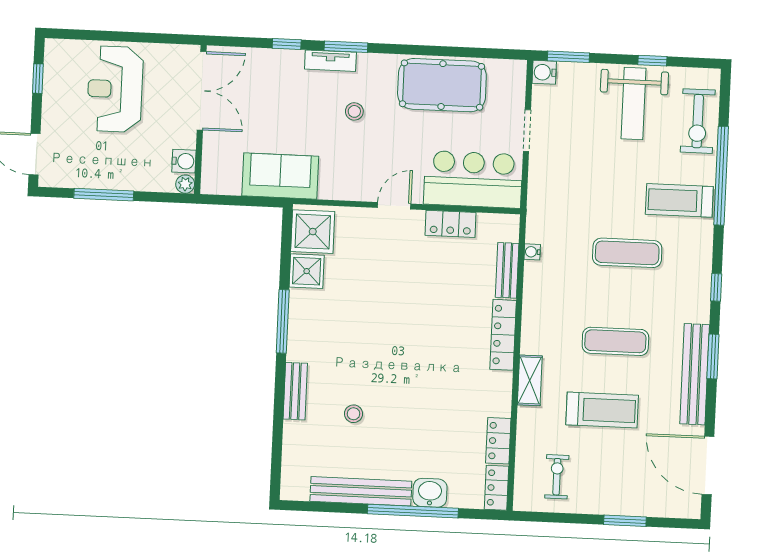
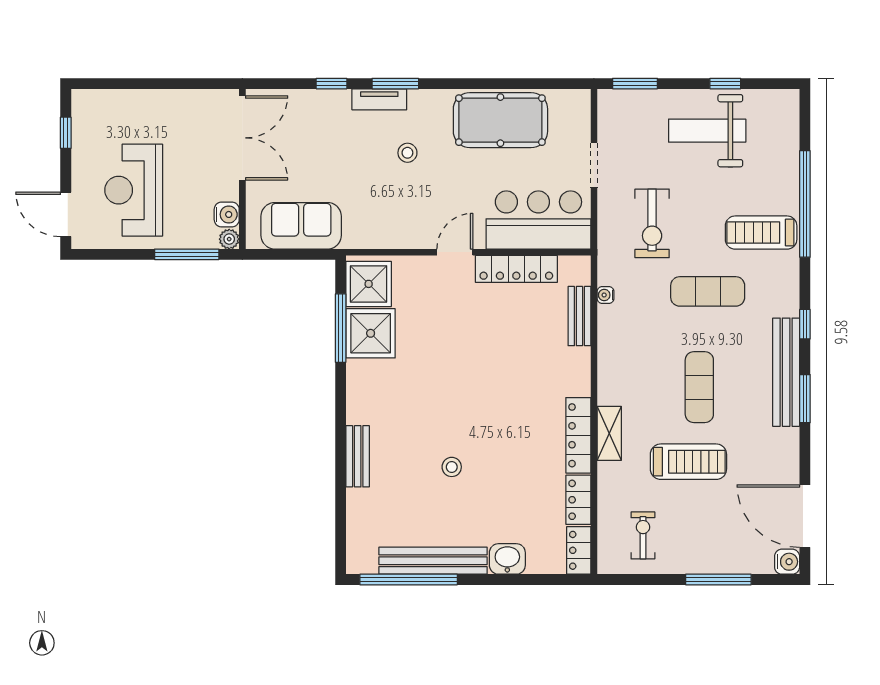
water cooler: (544, 72) -> (787, 562), moved, turned 180
reception desk: (115, 89) -> (134, 190), moved
weight bench: (633, 104) -> (707, 131), turned 90
exercise bike: (698, 121) -> (652, 223), moved
sofa: (280, 176) -> (301, 226), moved
window: (104, 195) -> (187, 254), moved
locker: (450, 224) -> (516, 269), width x1.53
shower: (307, 271) -> (371, 333), width x1.36, depth x1.36
window: (283, 321) -> (341, 328), moved
locker: (503, 335) -> (578, 435), moved
exercise mat: (615, 341) -> (699, 387), turned 90
bench: (695, 374) -> (786, 372), moved
stool: (354, 414) -> (452, 467), moved
window: (413, 511) -> (409, 579), moved
window: (625, 521) -> (718, 579), width x1.44

